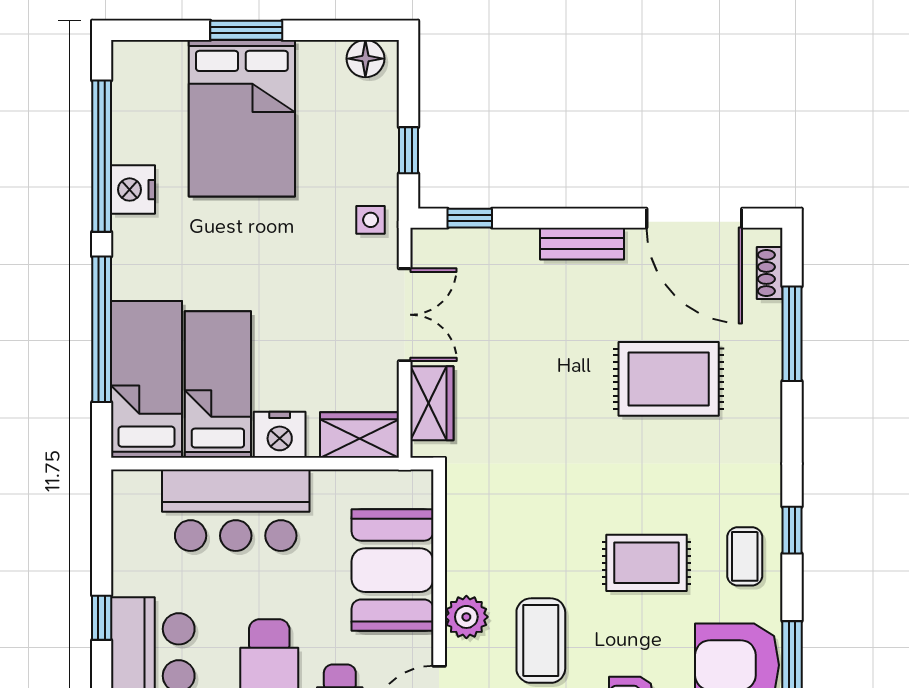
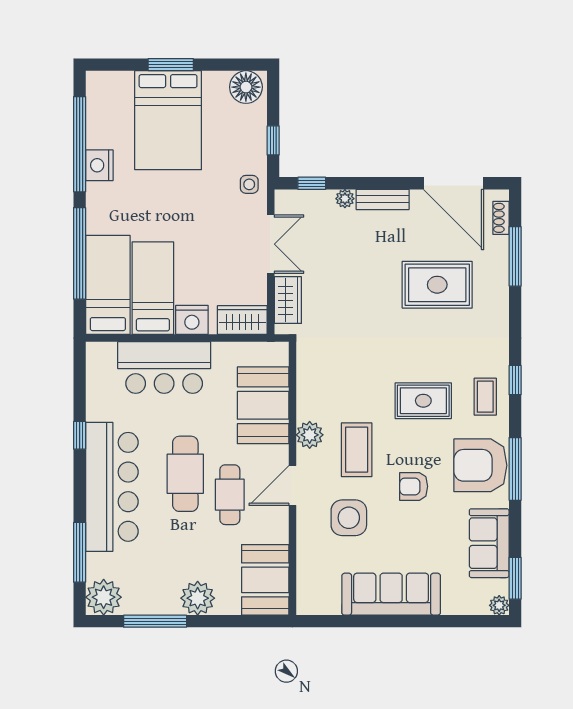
floor lamp: (365, 59) -> (246, 87), width x1.38, depth x1.38
plant: (522, 242) -> (345, 199), added

